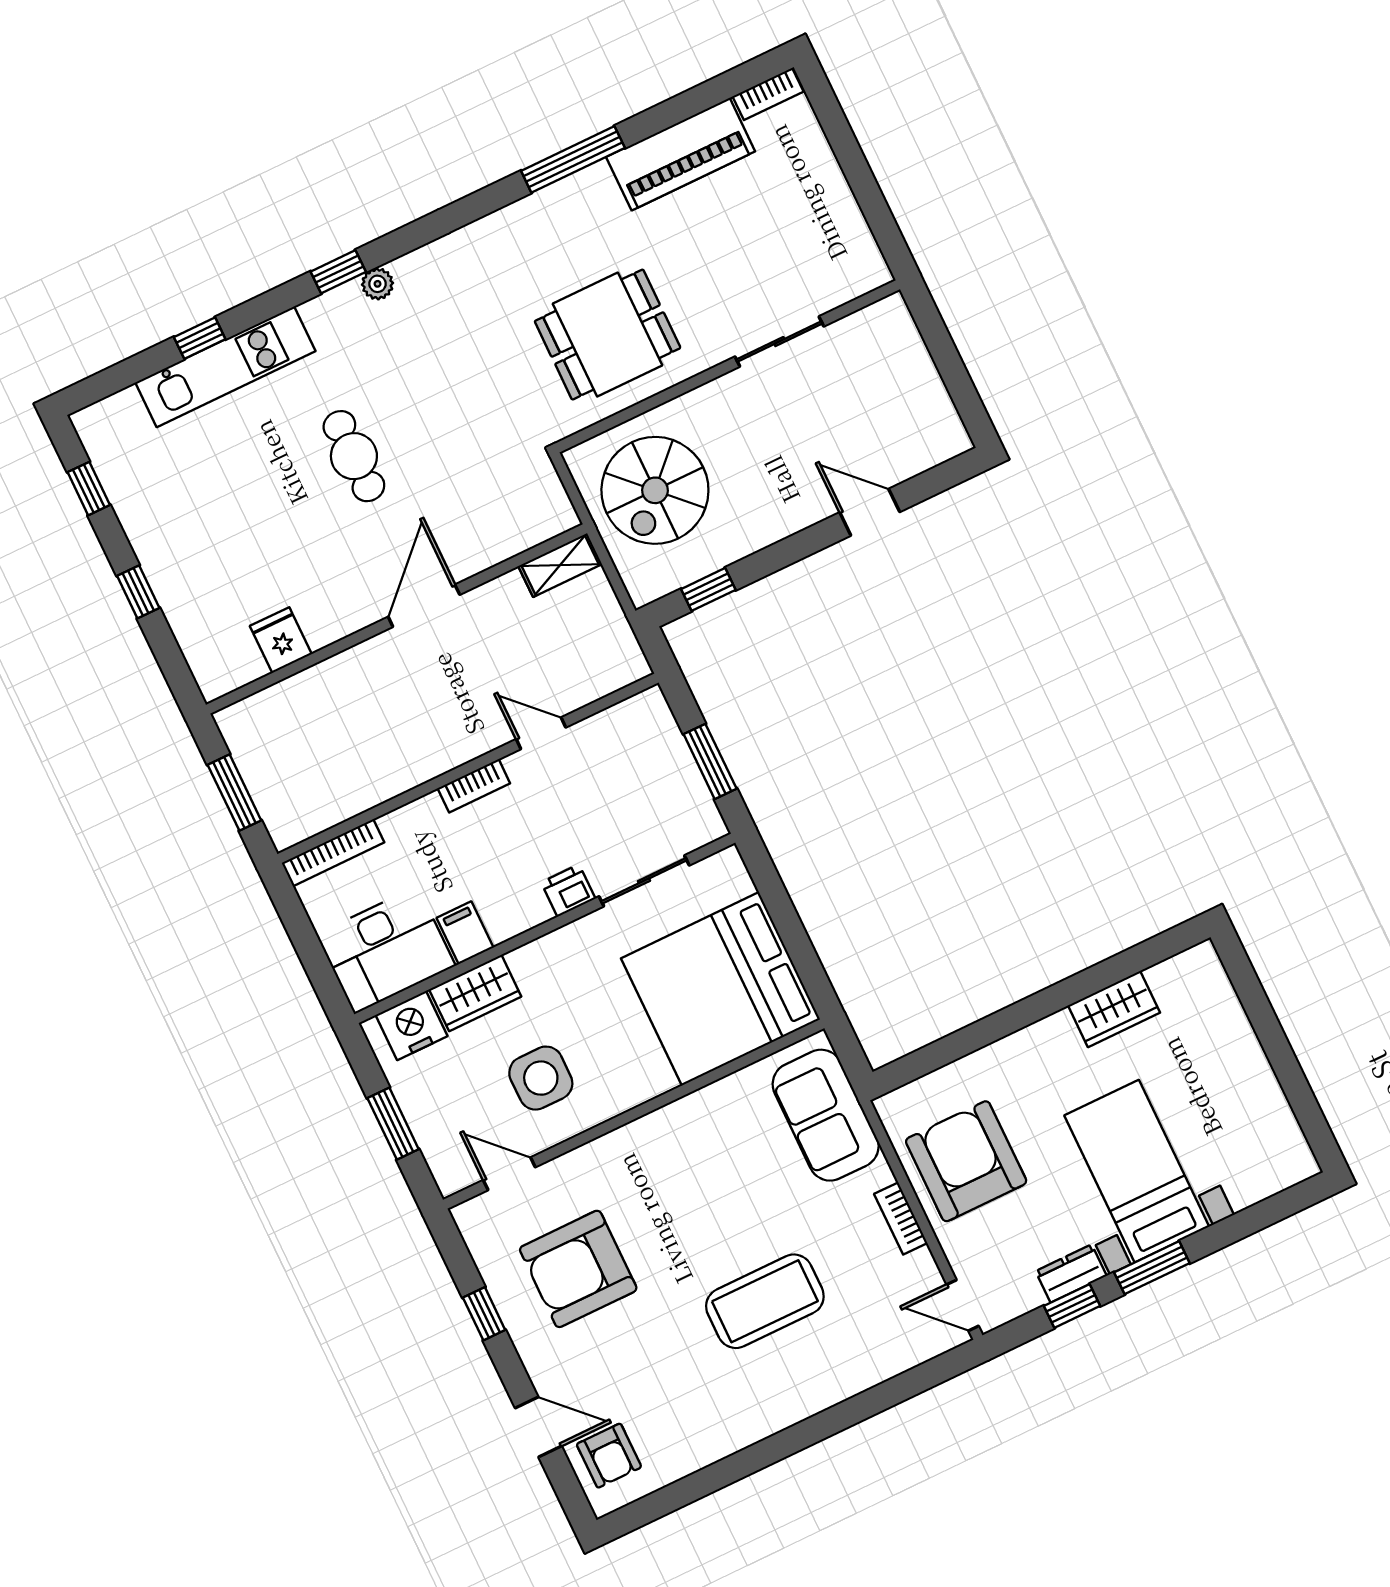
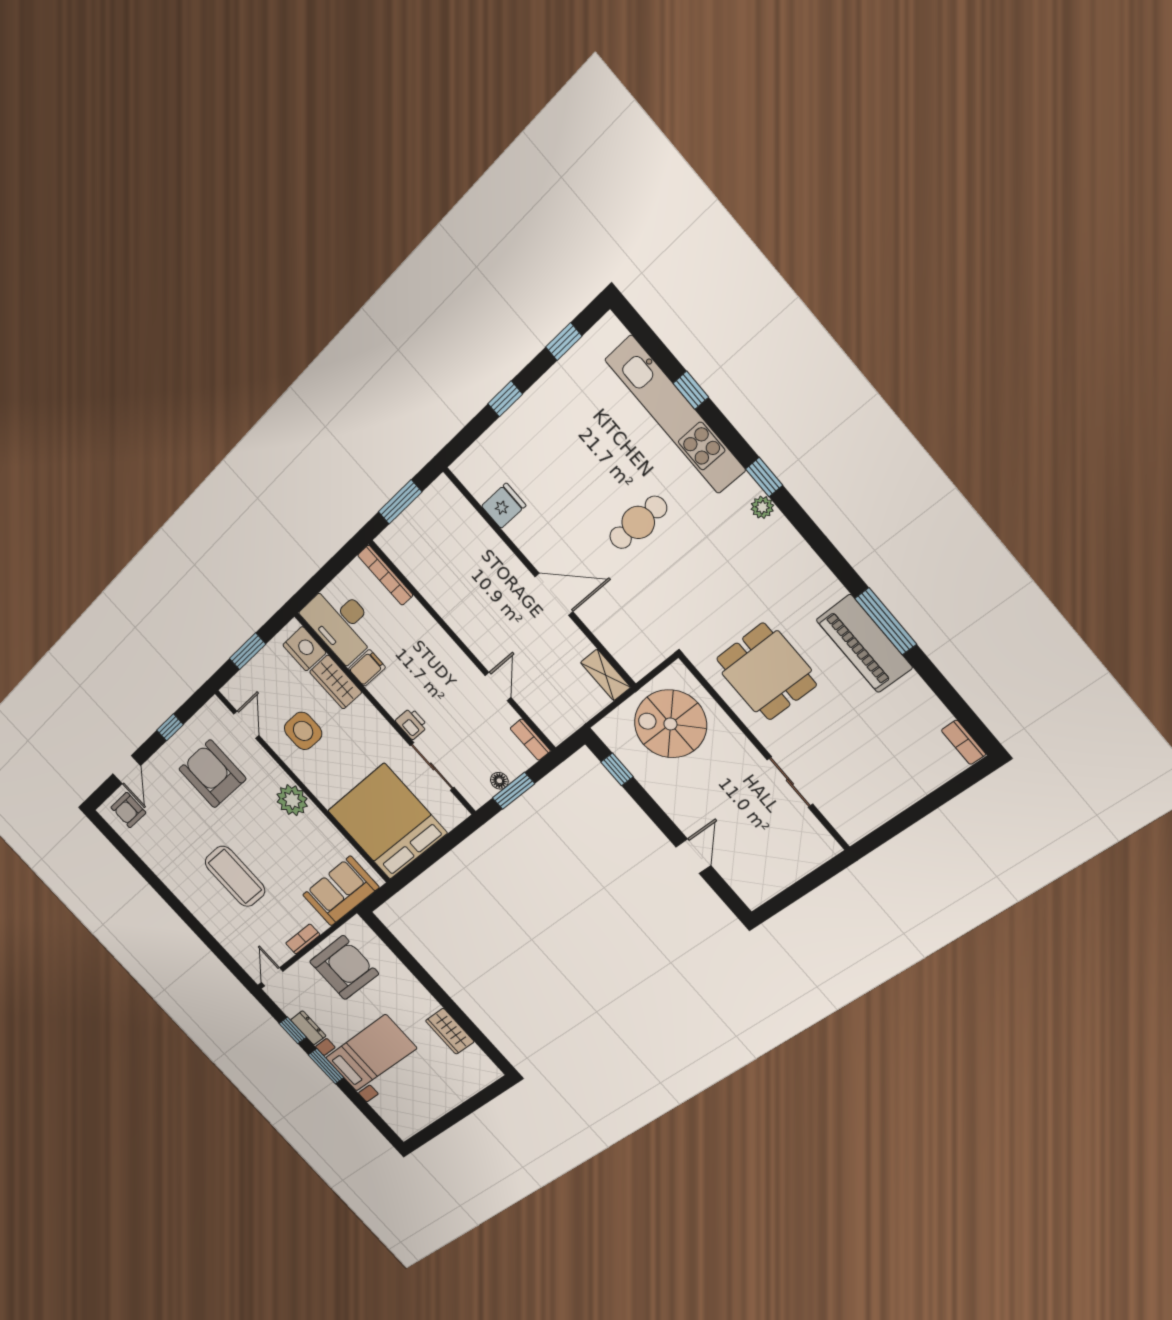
piano: (681, 154) -> (864, 644), moved
kitchen unit: (225, 367) -> (675, 415), width x1.36
floor lamp: (689, 779) -> (499, 781), added
bookcase: (474, 786) -> (530, 740), moved
plant: (652, 1142) -> (292, 800), added

